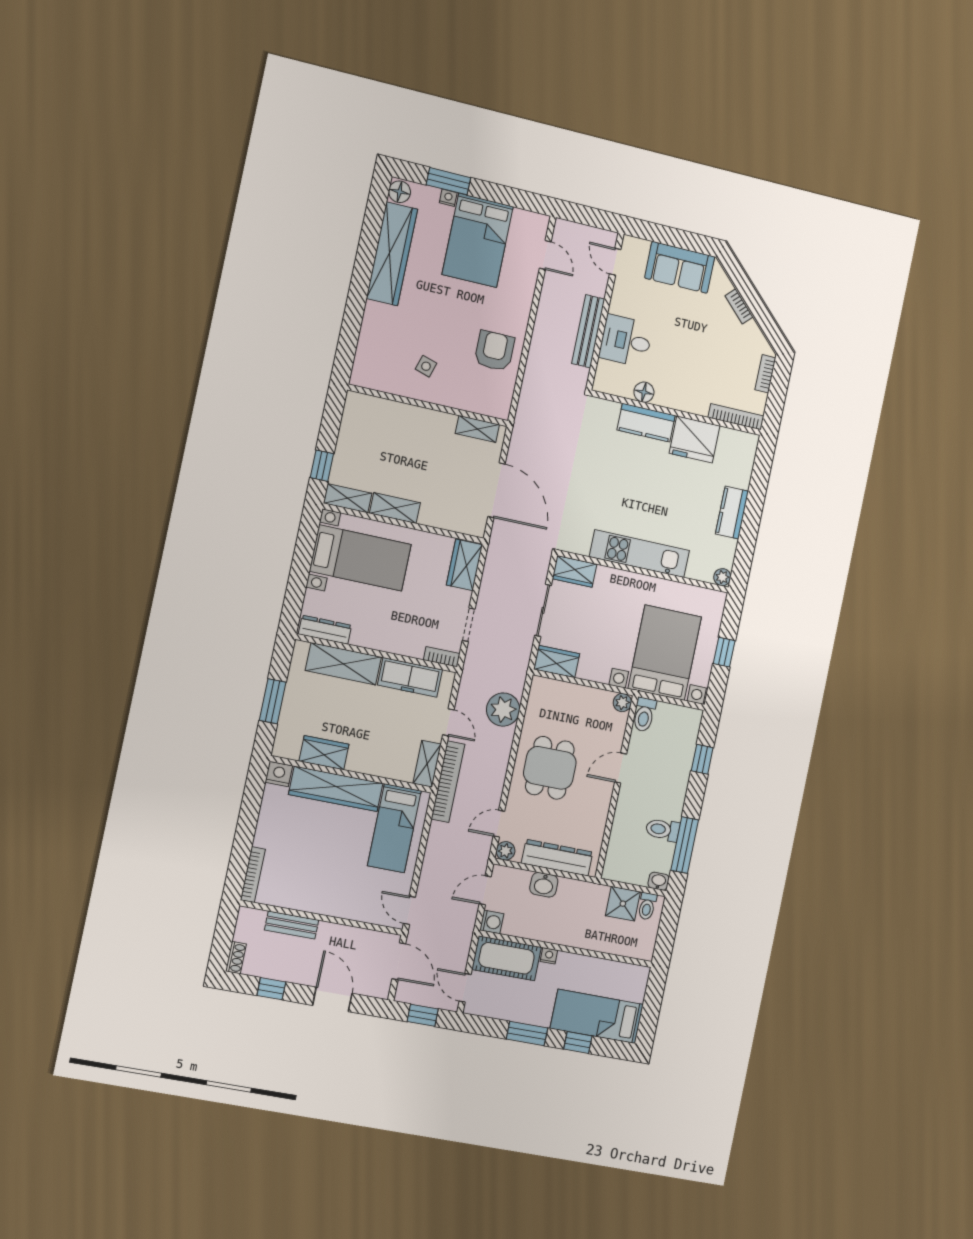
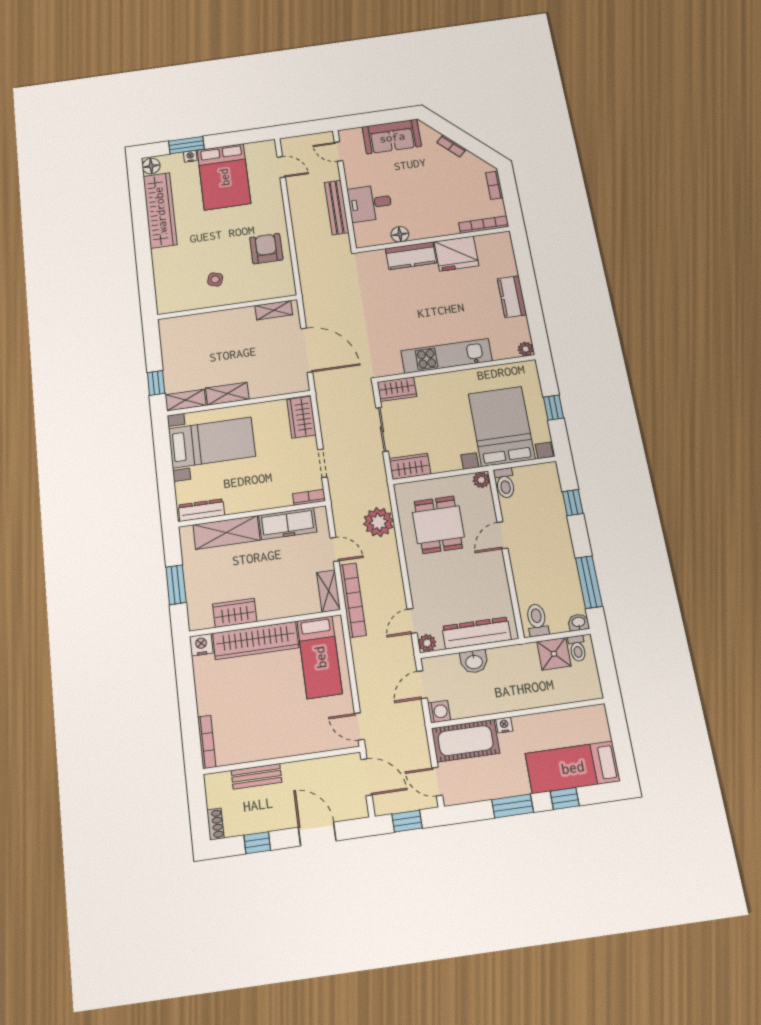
dining table: (550, 768) -> (438, 525), moved
toilet: (663, 830) -> (537, 620), moved, turned 90

